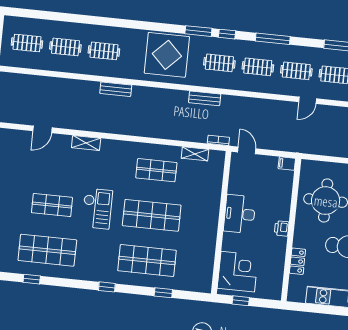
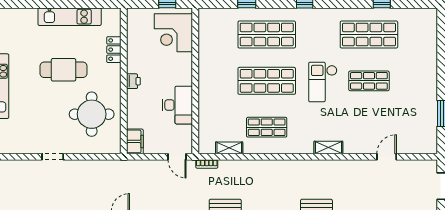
shelving: (86, 143) -> (328, 148), moved
filing cabinet: (287, 163) -> (135, 141), width x2.00
desk: (240, 214) -> (178, 105), moved

